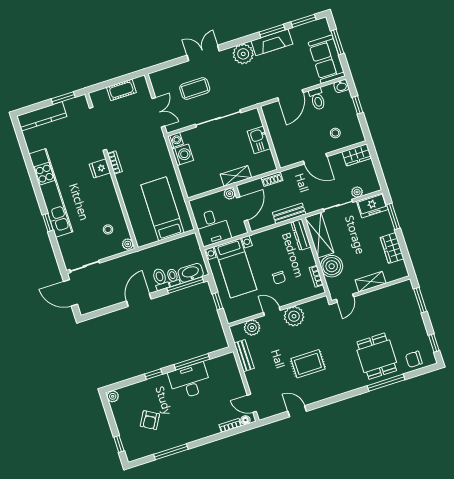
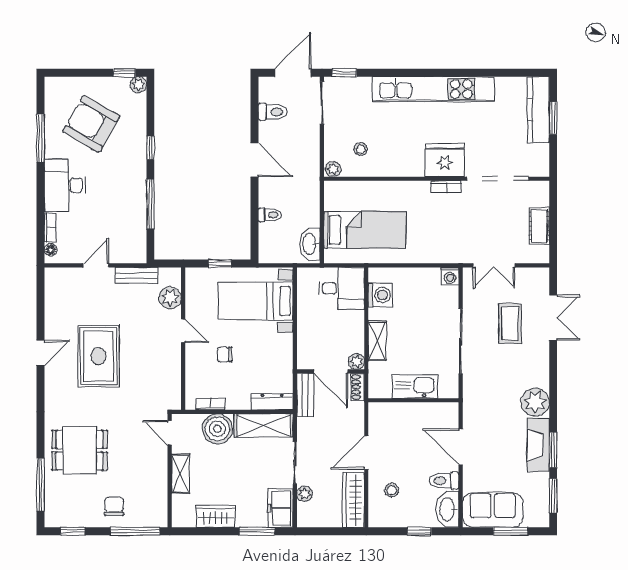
double door: (203, 53) -> (553, 317), moved
washbasin: (341, 86) -> (448, 509), width x1.91, depth x1.45
window: (63, 98) -> (553, 118), moved
kitchen sink: (259, 140) -> (415, 386), width x1.38
washing machine: (183, 155) -> (380, 295), moved, turned -90
wardrobe: (357, 155) -> (354, 500), width x1.50
fridge: (100, 168) -> (445, 160), width x1.88, depth x1.34
plant: (230, 194) -> (356, 362), moved
door: (242, 209) -> (331, 371), moved
wall: (242, 209) -> (331, 371), moved
window: (48, 223) -> (344, 73), moved
desk: (213, 227) -> (342, 288), moved, turned 180
washbasin: (191, 273) -> (310, 244), moved, turned 180
toilet: (160, 279) -> (273, 112), moved
window: (185, 285) -> (254, 227), removed
window: (420, 300) -> (135, 531), width x1.44
door: (272, 311) -> (183, 331), hinge flipped
plant: (294, 316) -> (167, 358), removed
chair: (414, 359) -> (114, 506), moved
rug: (308, 364) -> (99, 356), width x1.36, depth x1.43
desk: (190, 381) -> (65, 185), moved, turned 180
window: (386, 383) -> (41, 485), moved
door: (252, 403) -> (96, 265), moved
door: (297, 411) -> (41, 353), moved
armchair: (150, 420) -> (91, 124), width x1.88, depth x1.88
window: (119, 444) -> (124, 73), moved

